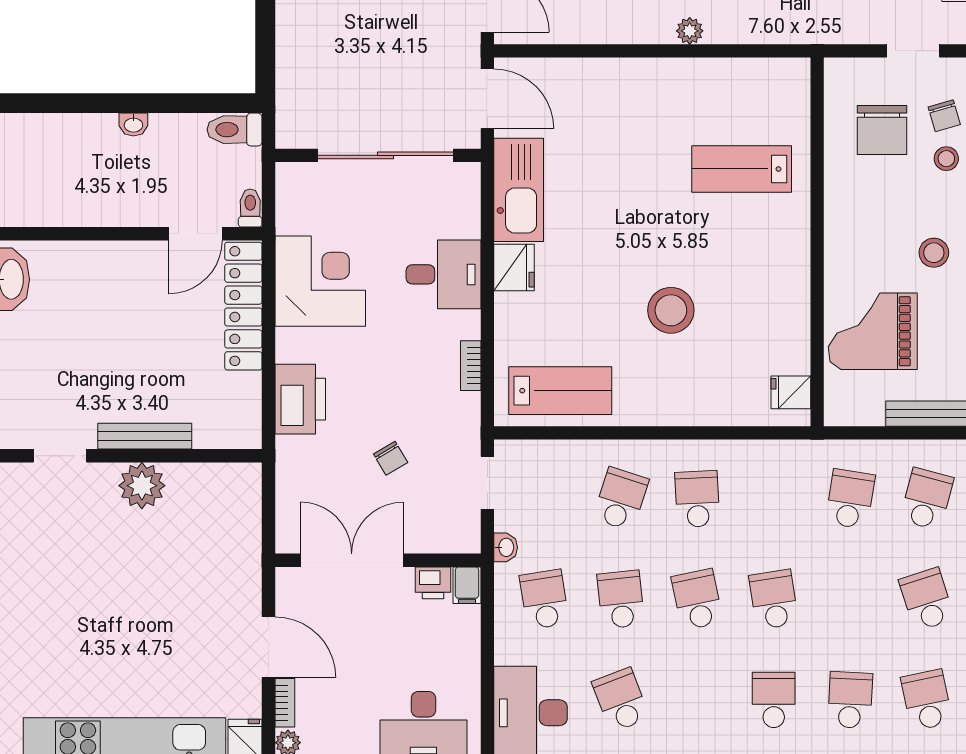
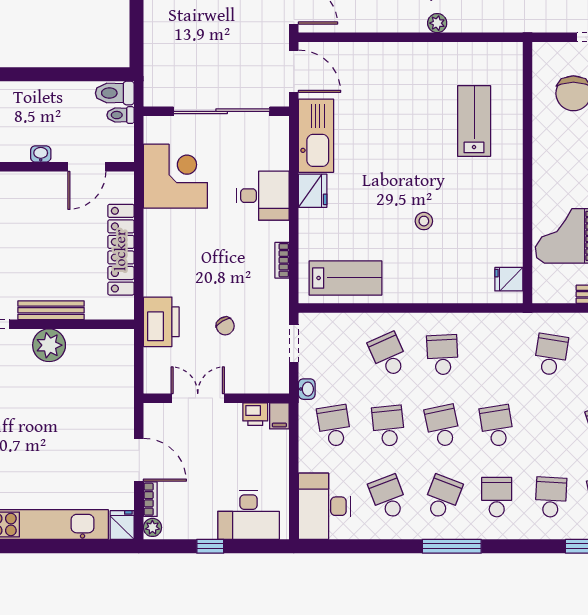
washbasin: (133, 124) -> (41, 154), moved, turned 180
lab bench: (742, 169) -> (474, 121), turned 90
toilet: (250, 208) -> (121, 115), moved, turned -90
corner desk: (320, 281) -> (175, 176), moved
locker: (243, 306) -> (121, 250), moved
stool: (671, 310) -> (424, 221), width x0.53, depth x0.53
printer: (300, 399) -> (161, 322), moved
school desk: (621, 499) -> (388, 355), turned -42
double door: (352, 560) -> (198, 398), width x0.73
school desk: (697, 700) -> (443, 497), added

